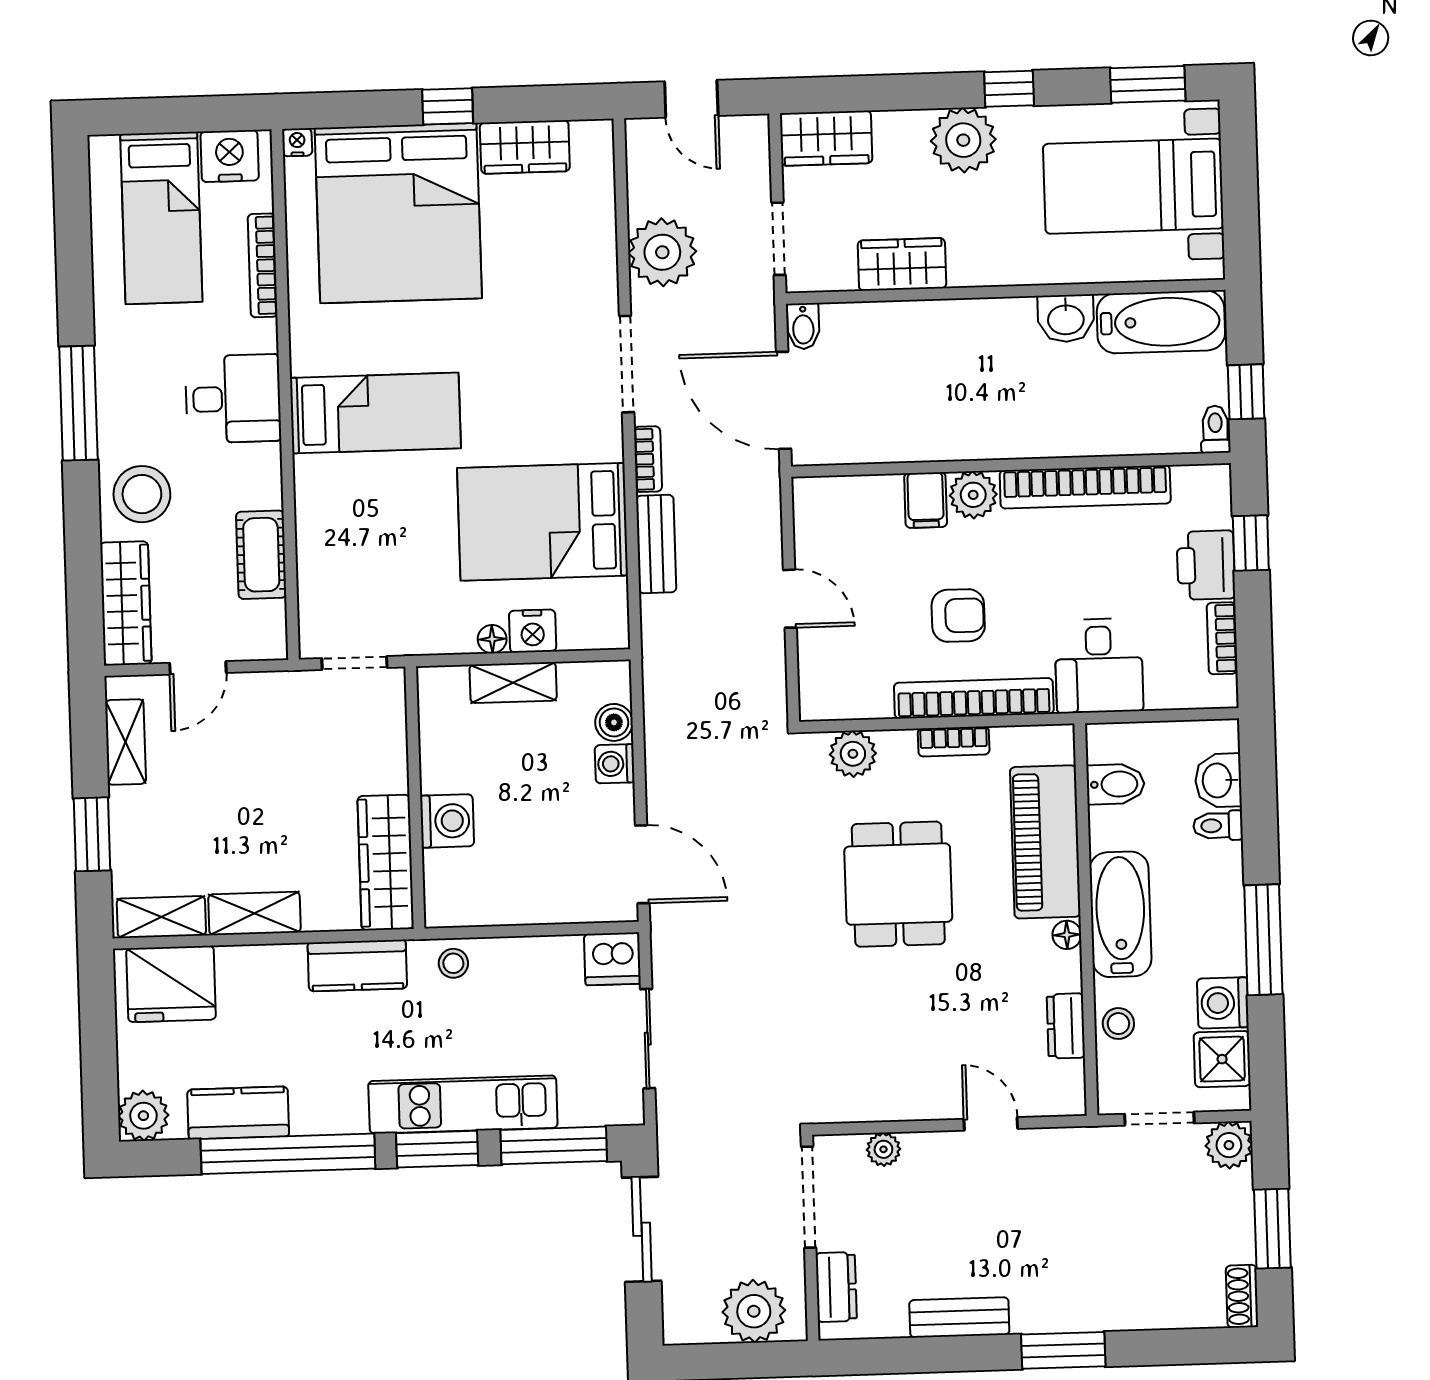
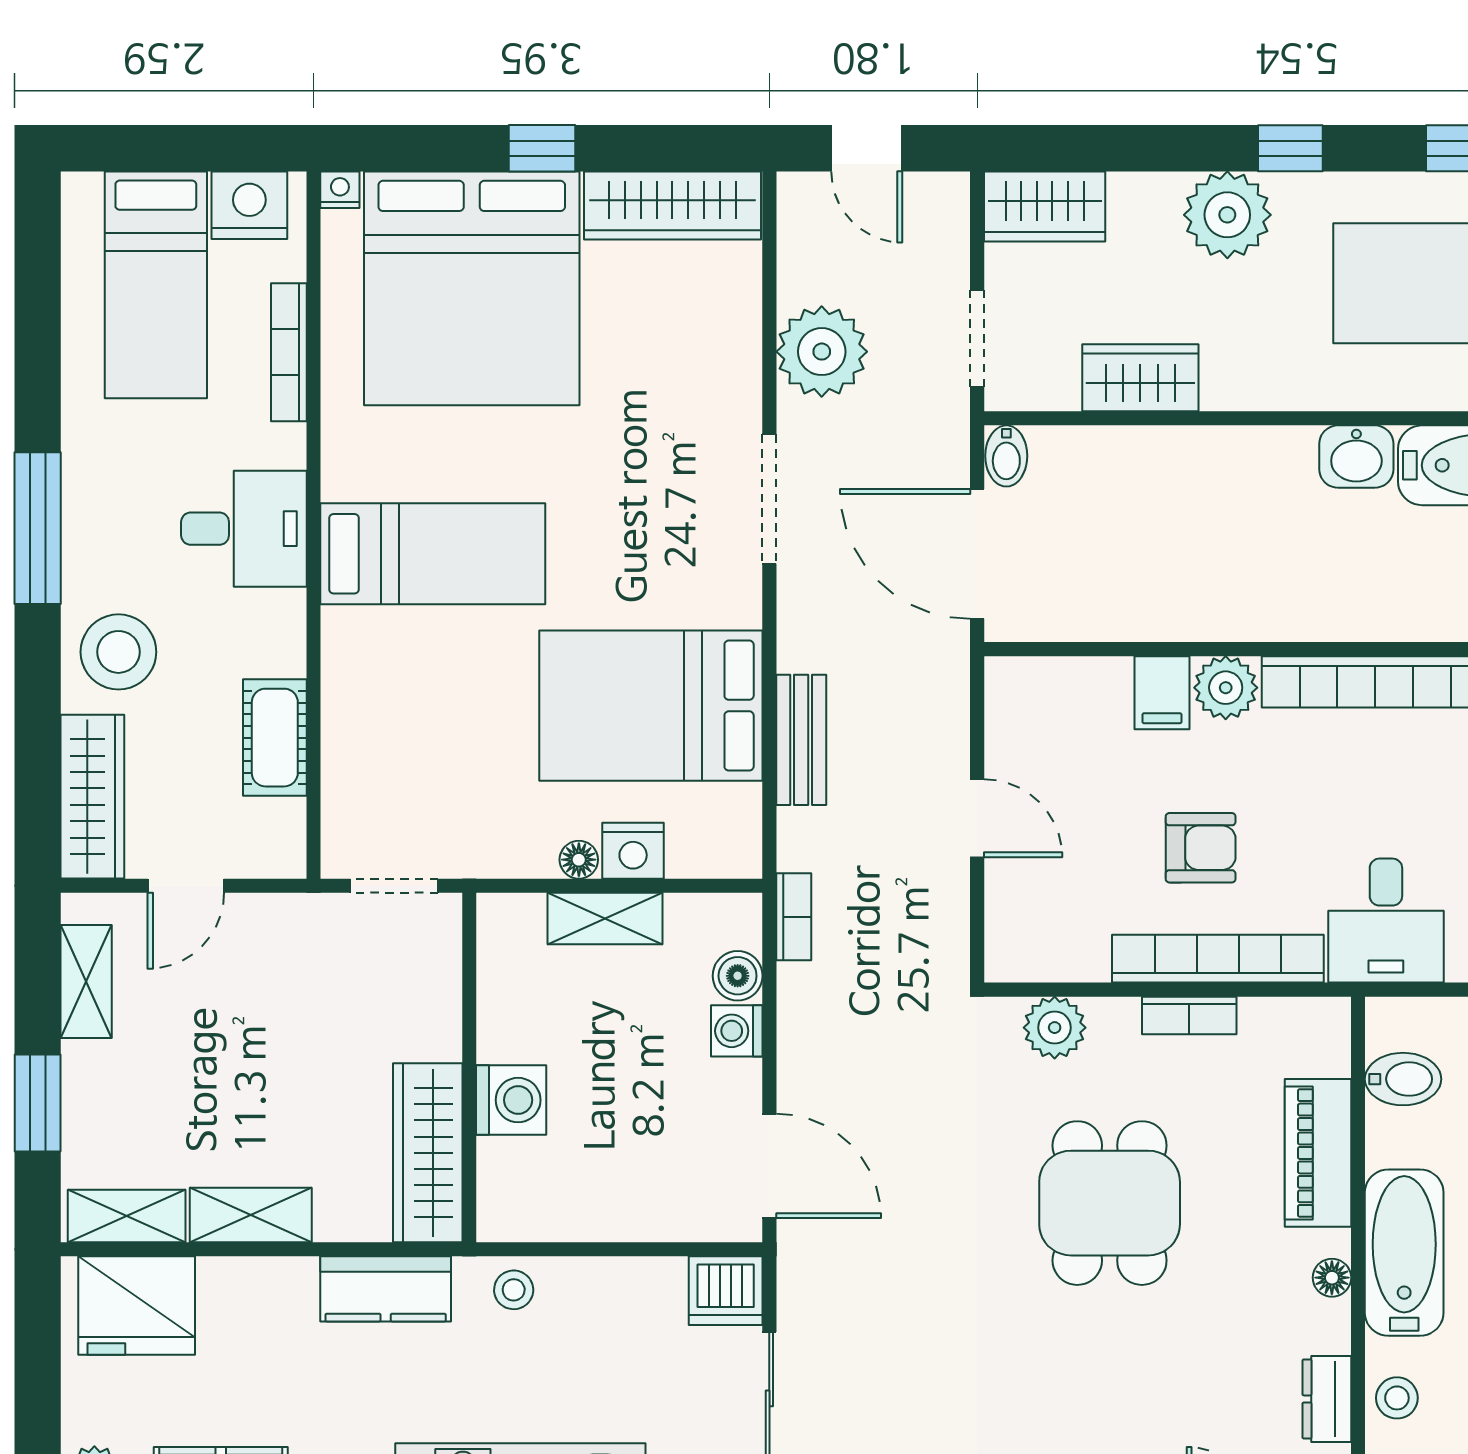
wardrobe: (525, 147) -> (672, 206), width x1.50
bookcase: (648, 459) -> (794, 917), moved
piano: (1045, 842) -> (1318, 1153), width x0.73, depth x0.75

